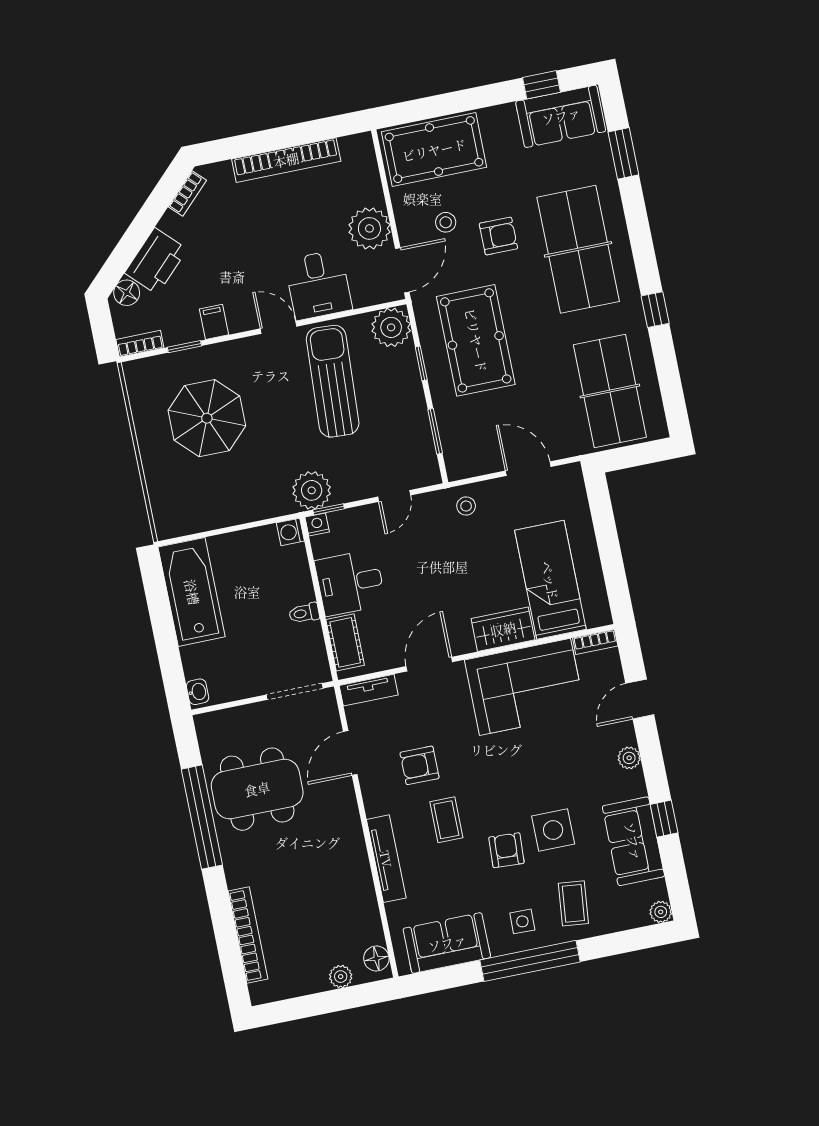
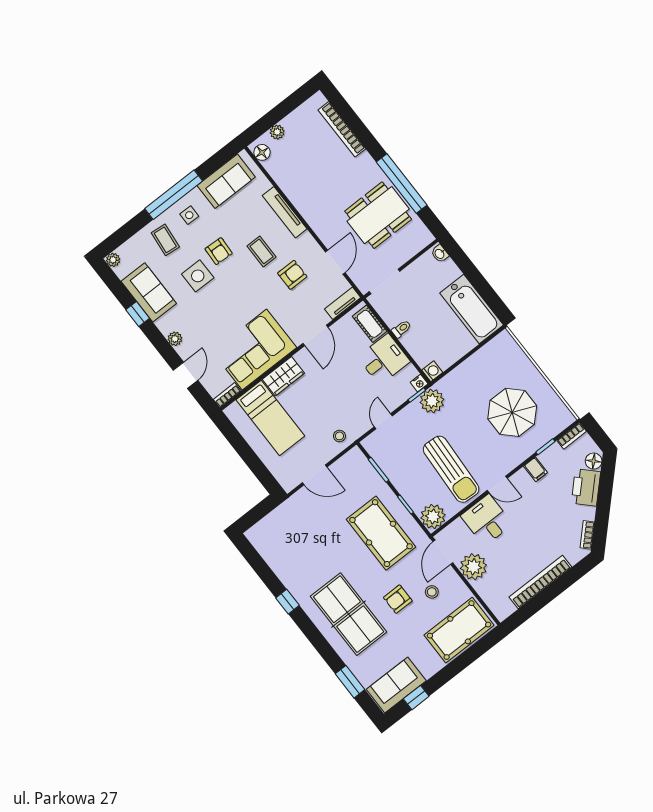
table tennis table: (610, 391) -> (290, 542), removed

